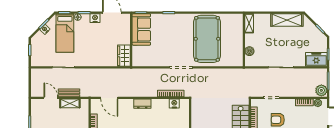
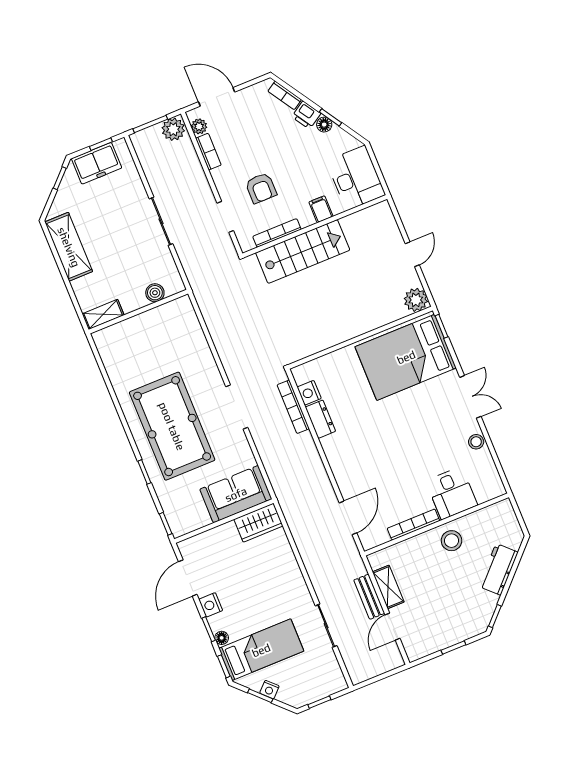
sofa: (141, 29) -> (236, 494), moved
pool table: (207, 39) -> (172, 426), moved, turned 90
freezer: (316, 59) -> (97, 163), moved, turned -90
dresser: (142, 104) -> (320, 419), moved

